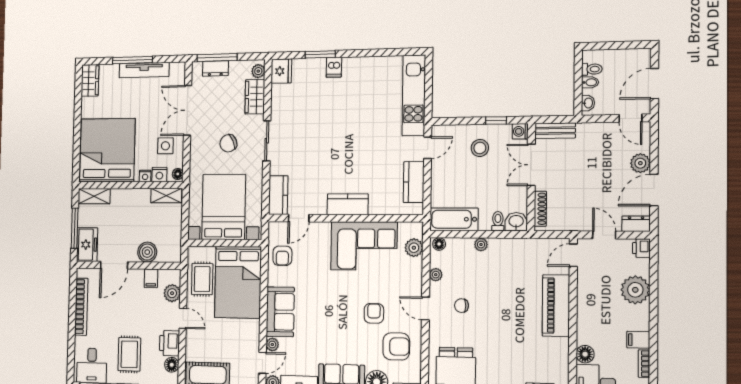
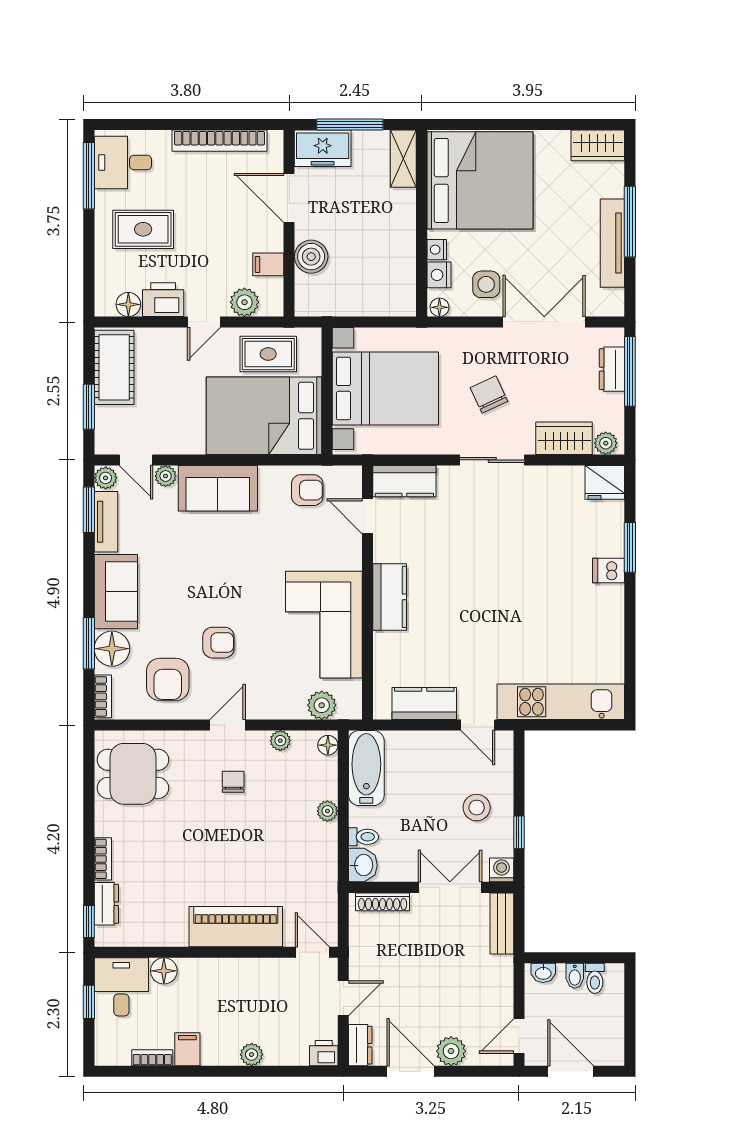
shelving: (166, 196) -> (404, 288), removed
armchair: (282, 256) -> (307, 490), turned 180
plant: (635, 290) -> (252, 1055), width x0.53, depth x0.53

